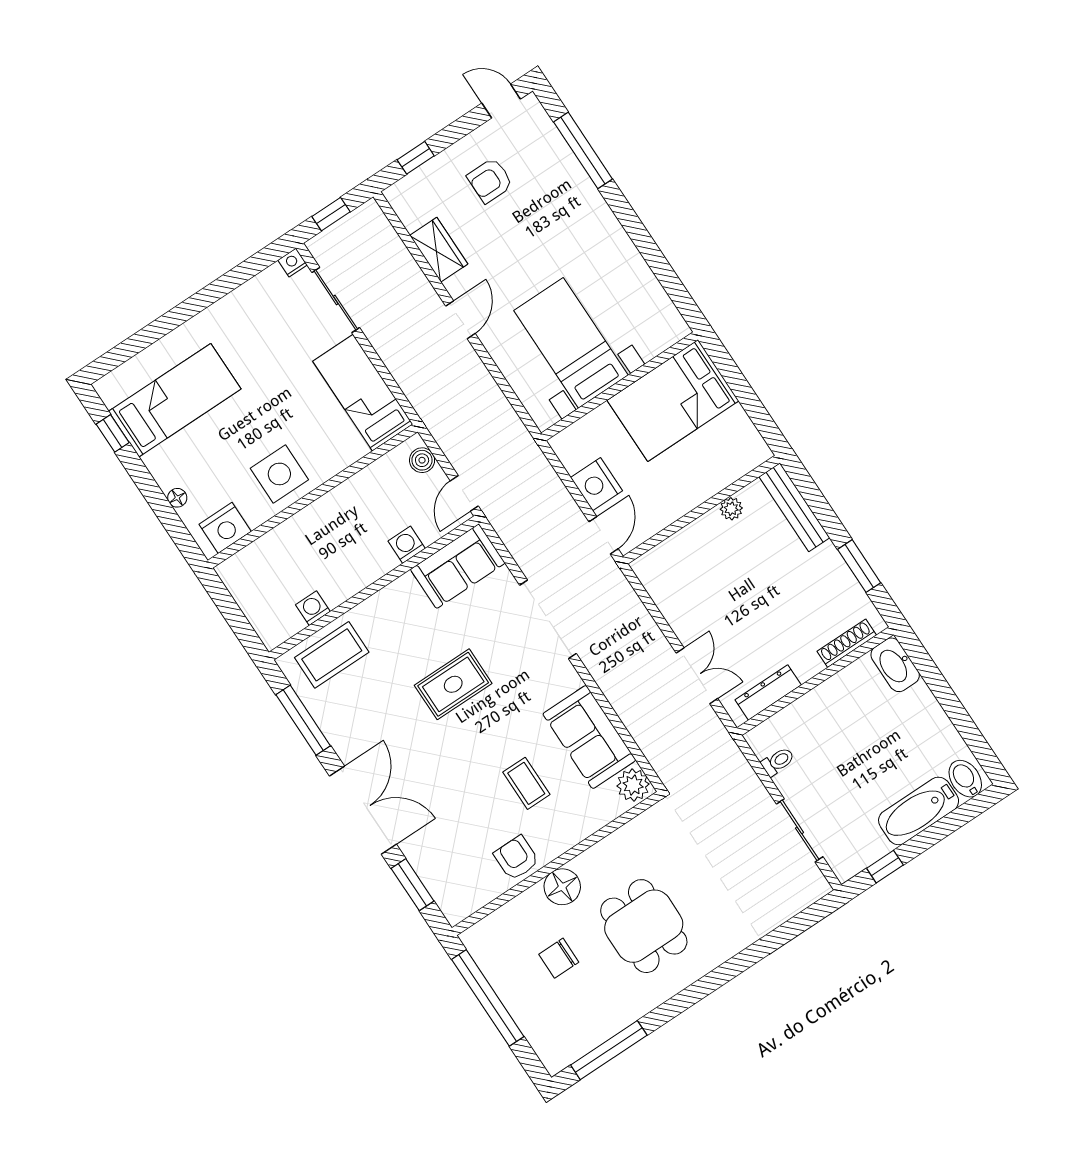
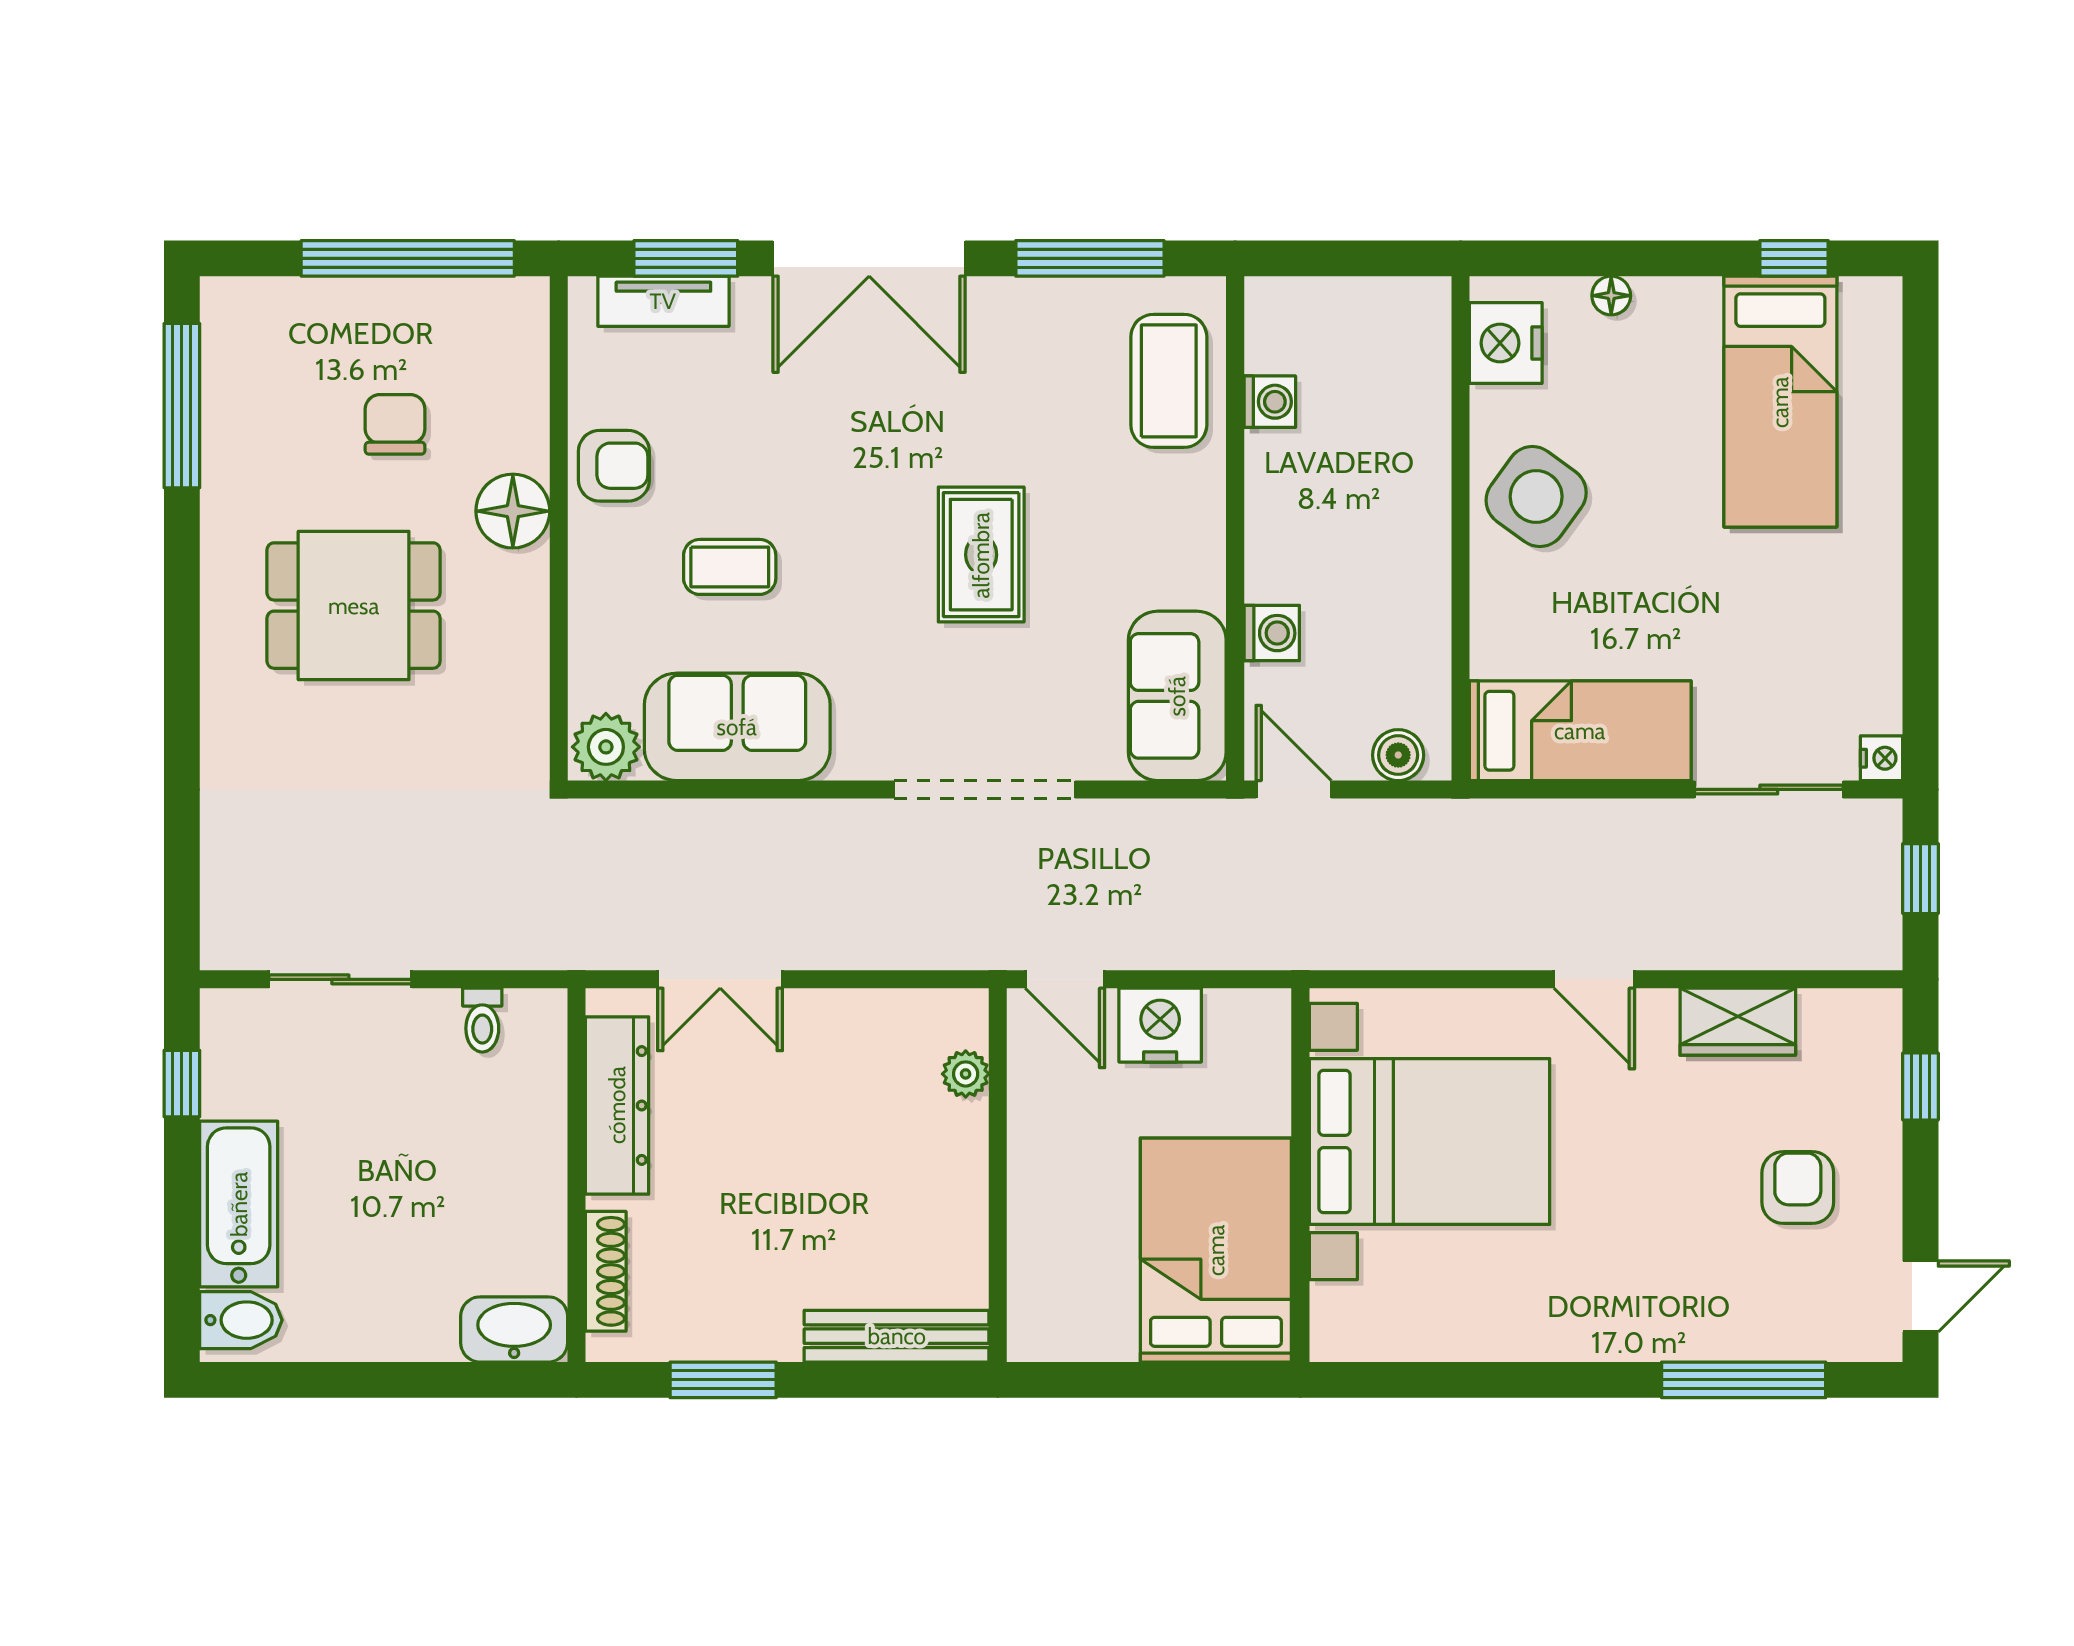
bed with nightstands: (571, 343) -> (1429, 1141), width x1.36
side table: (279, 474) -> (1536, 496), turned 36
plant: (731, 509) -> (966, 1074), moved
dresser: (768, 692) -> (617, 1105), width x1.37, depth x1.24
tv unit: (436, 882) -> (663, 301), added

